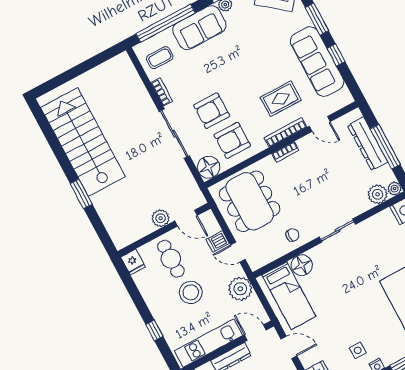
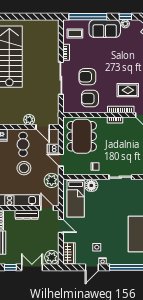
floor lamp: (209, 167) -> (69, 106), removed

